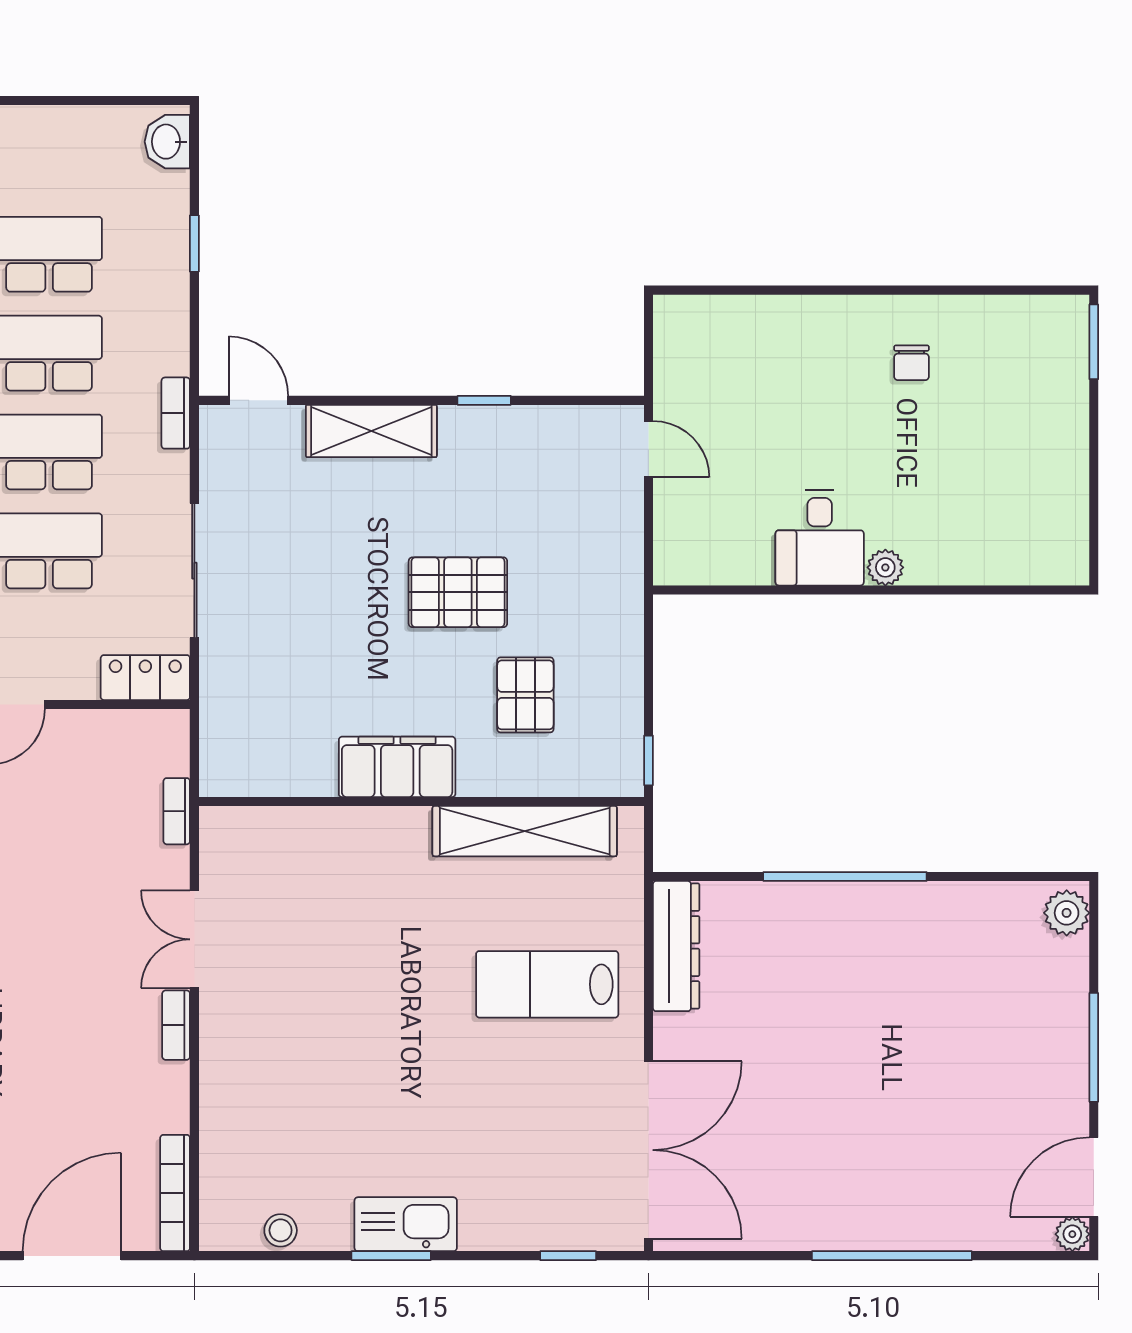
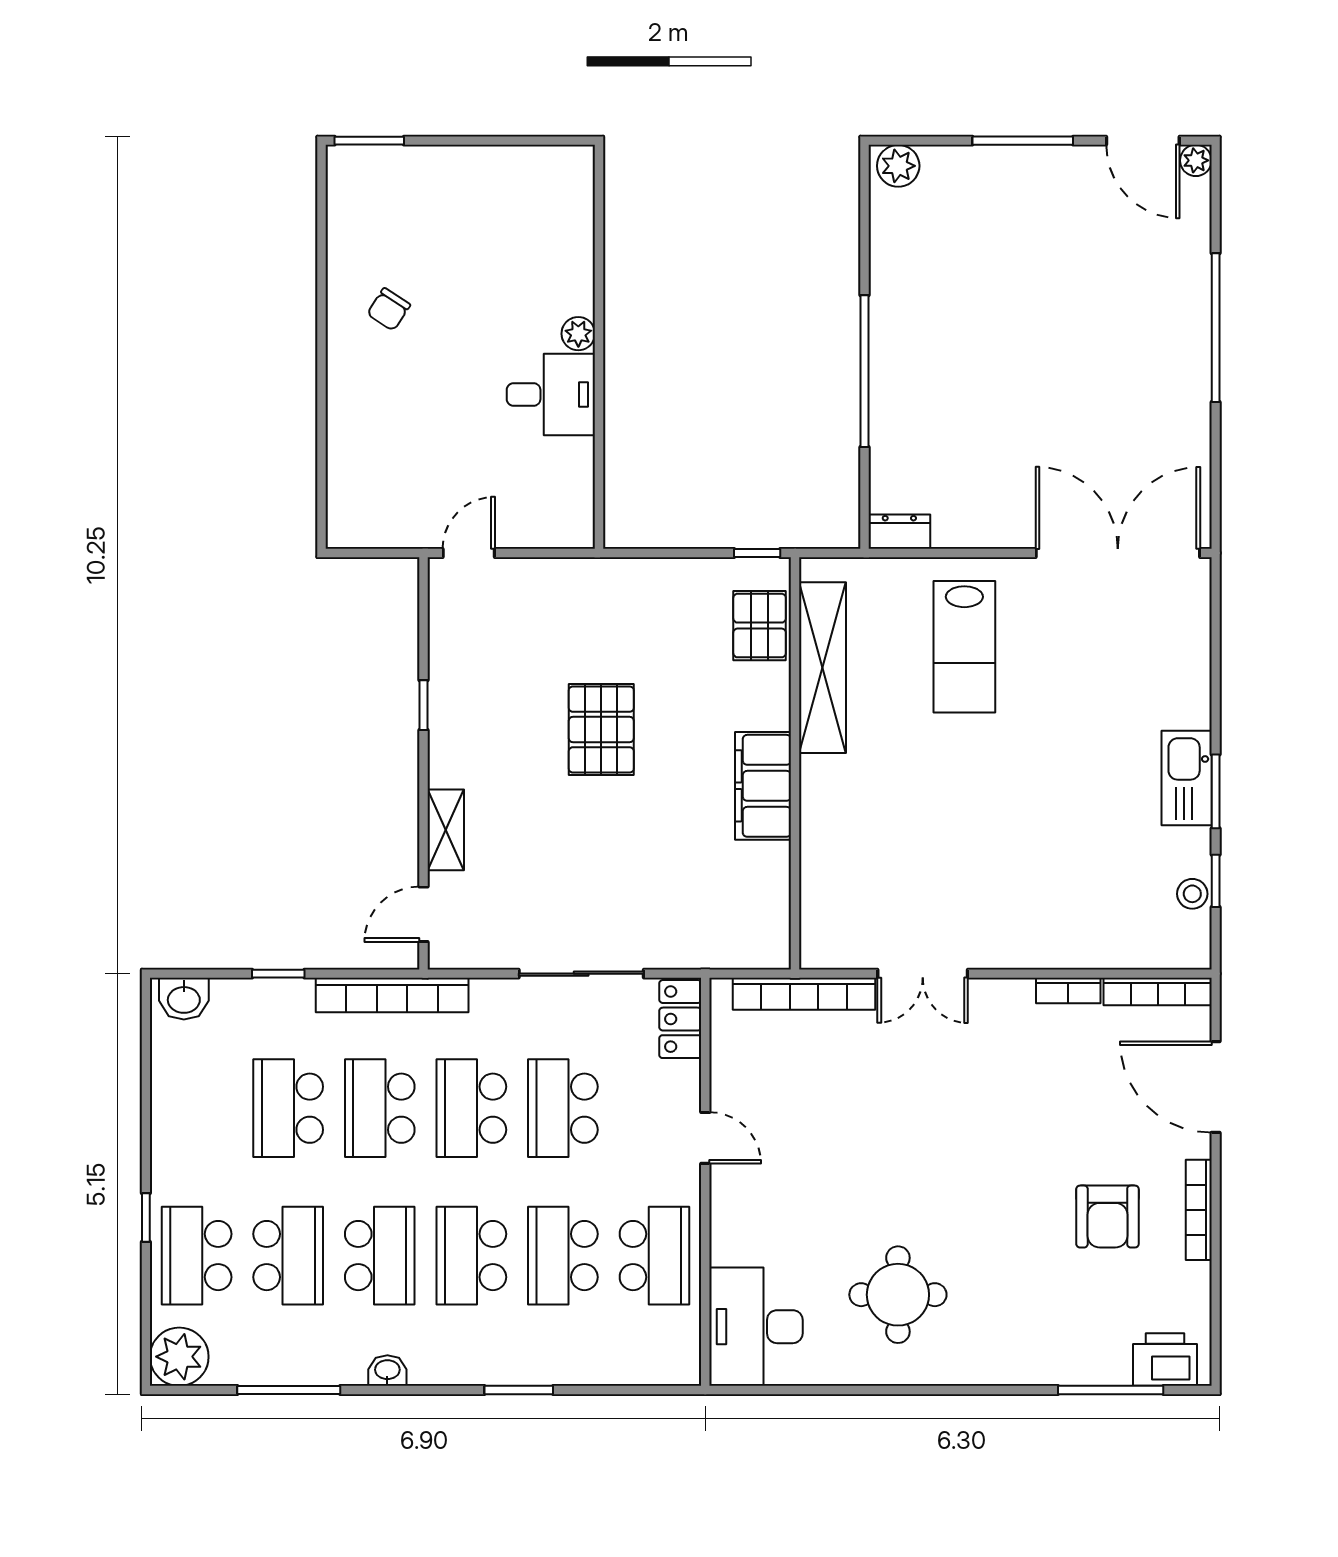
chair: (912, 363) -> (389, 309), turned 123
bookcase: (176, 413) -> (392, 995), width x2.31, depth x1.31
shelving: (371, 431) -> (446, 830), width x0.67, depth x0.75
pallet: (525, 695) -> (760, 626), moved, turned 90
bookcase: (177, 811) -> (804, 994), width x2.31, depth x1.31
dresser: (676, 946) -> (899, 532), width x0.51, depth x0.80
bookcase: (176, 1025) -> (1068, 991), moved
window: (568, 1256) -> (1216, 881), moved

